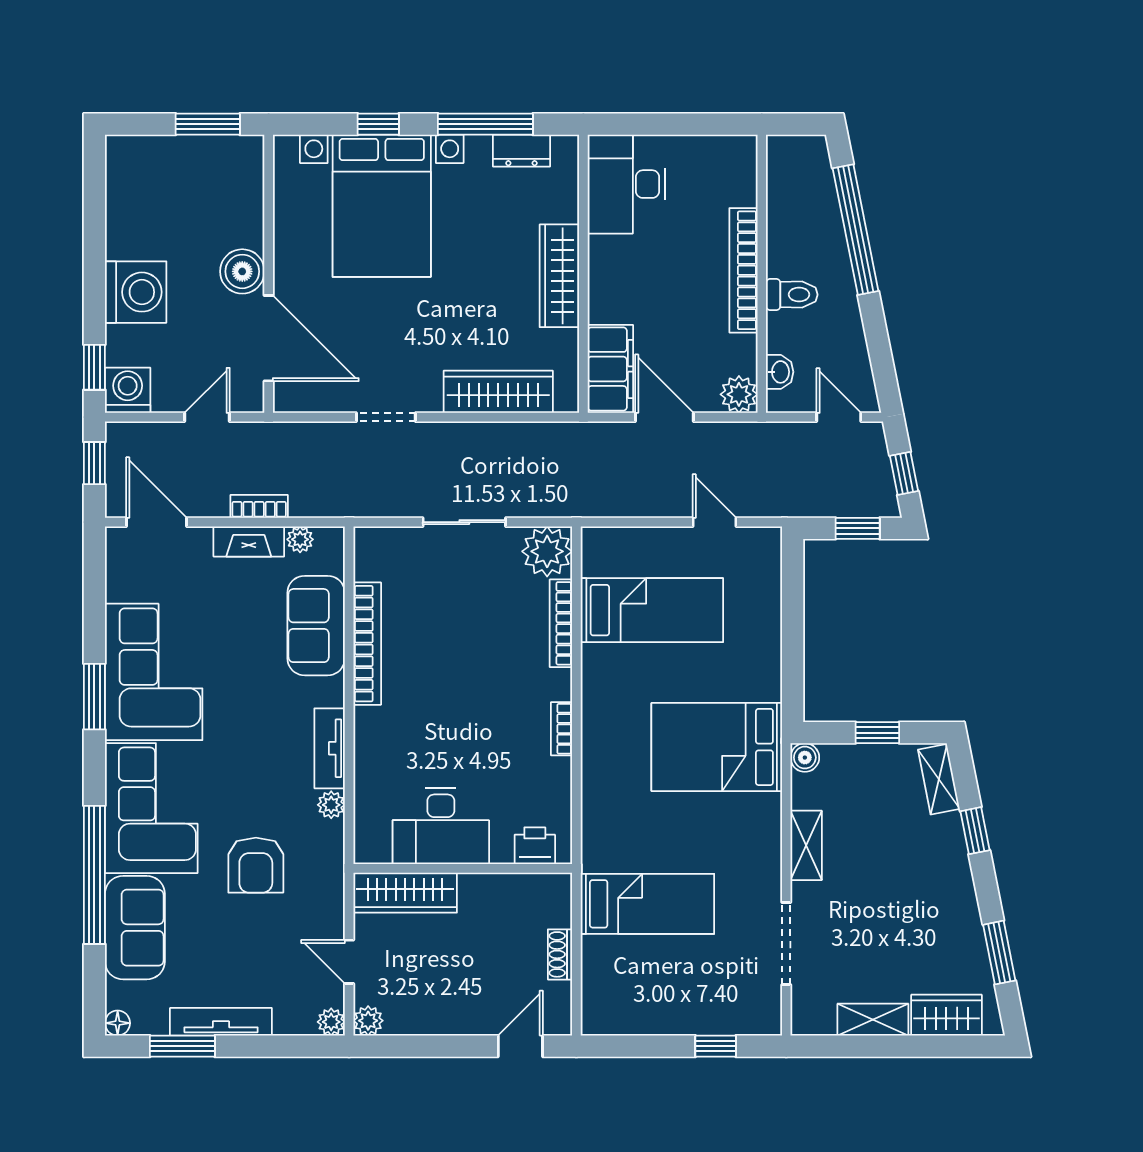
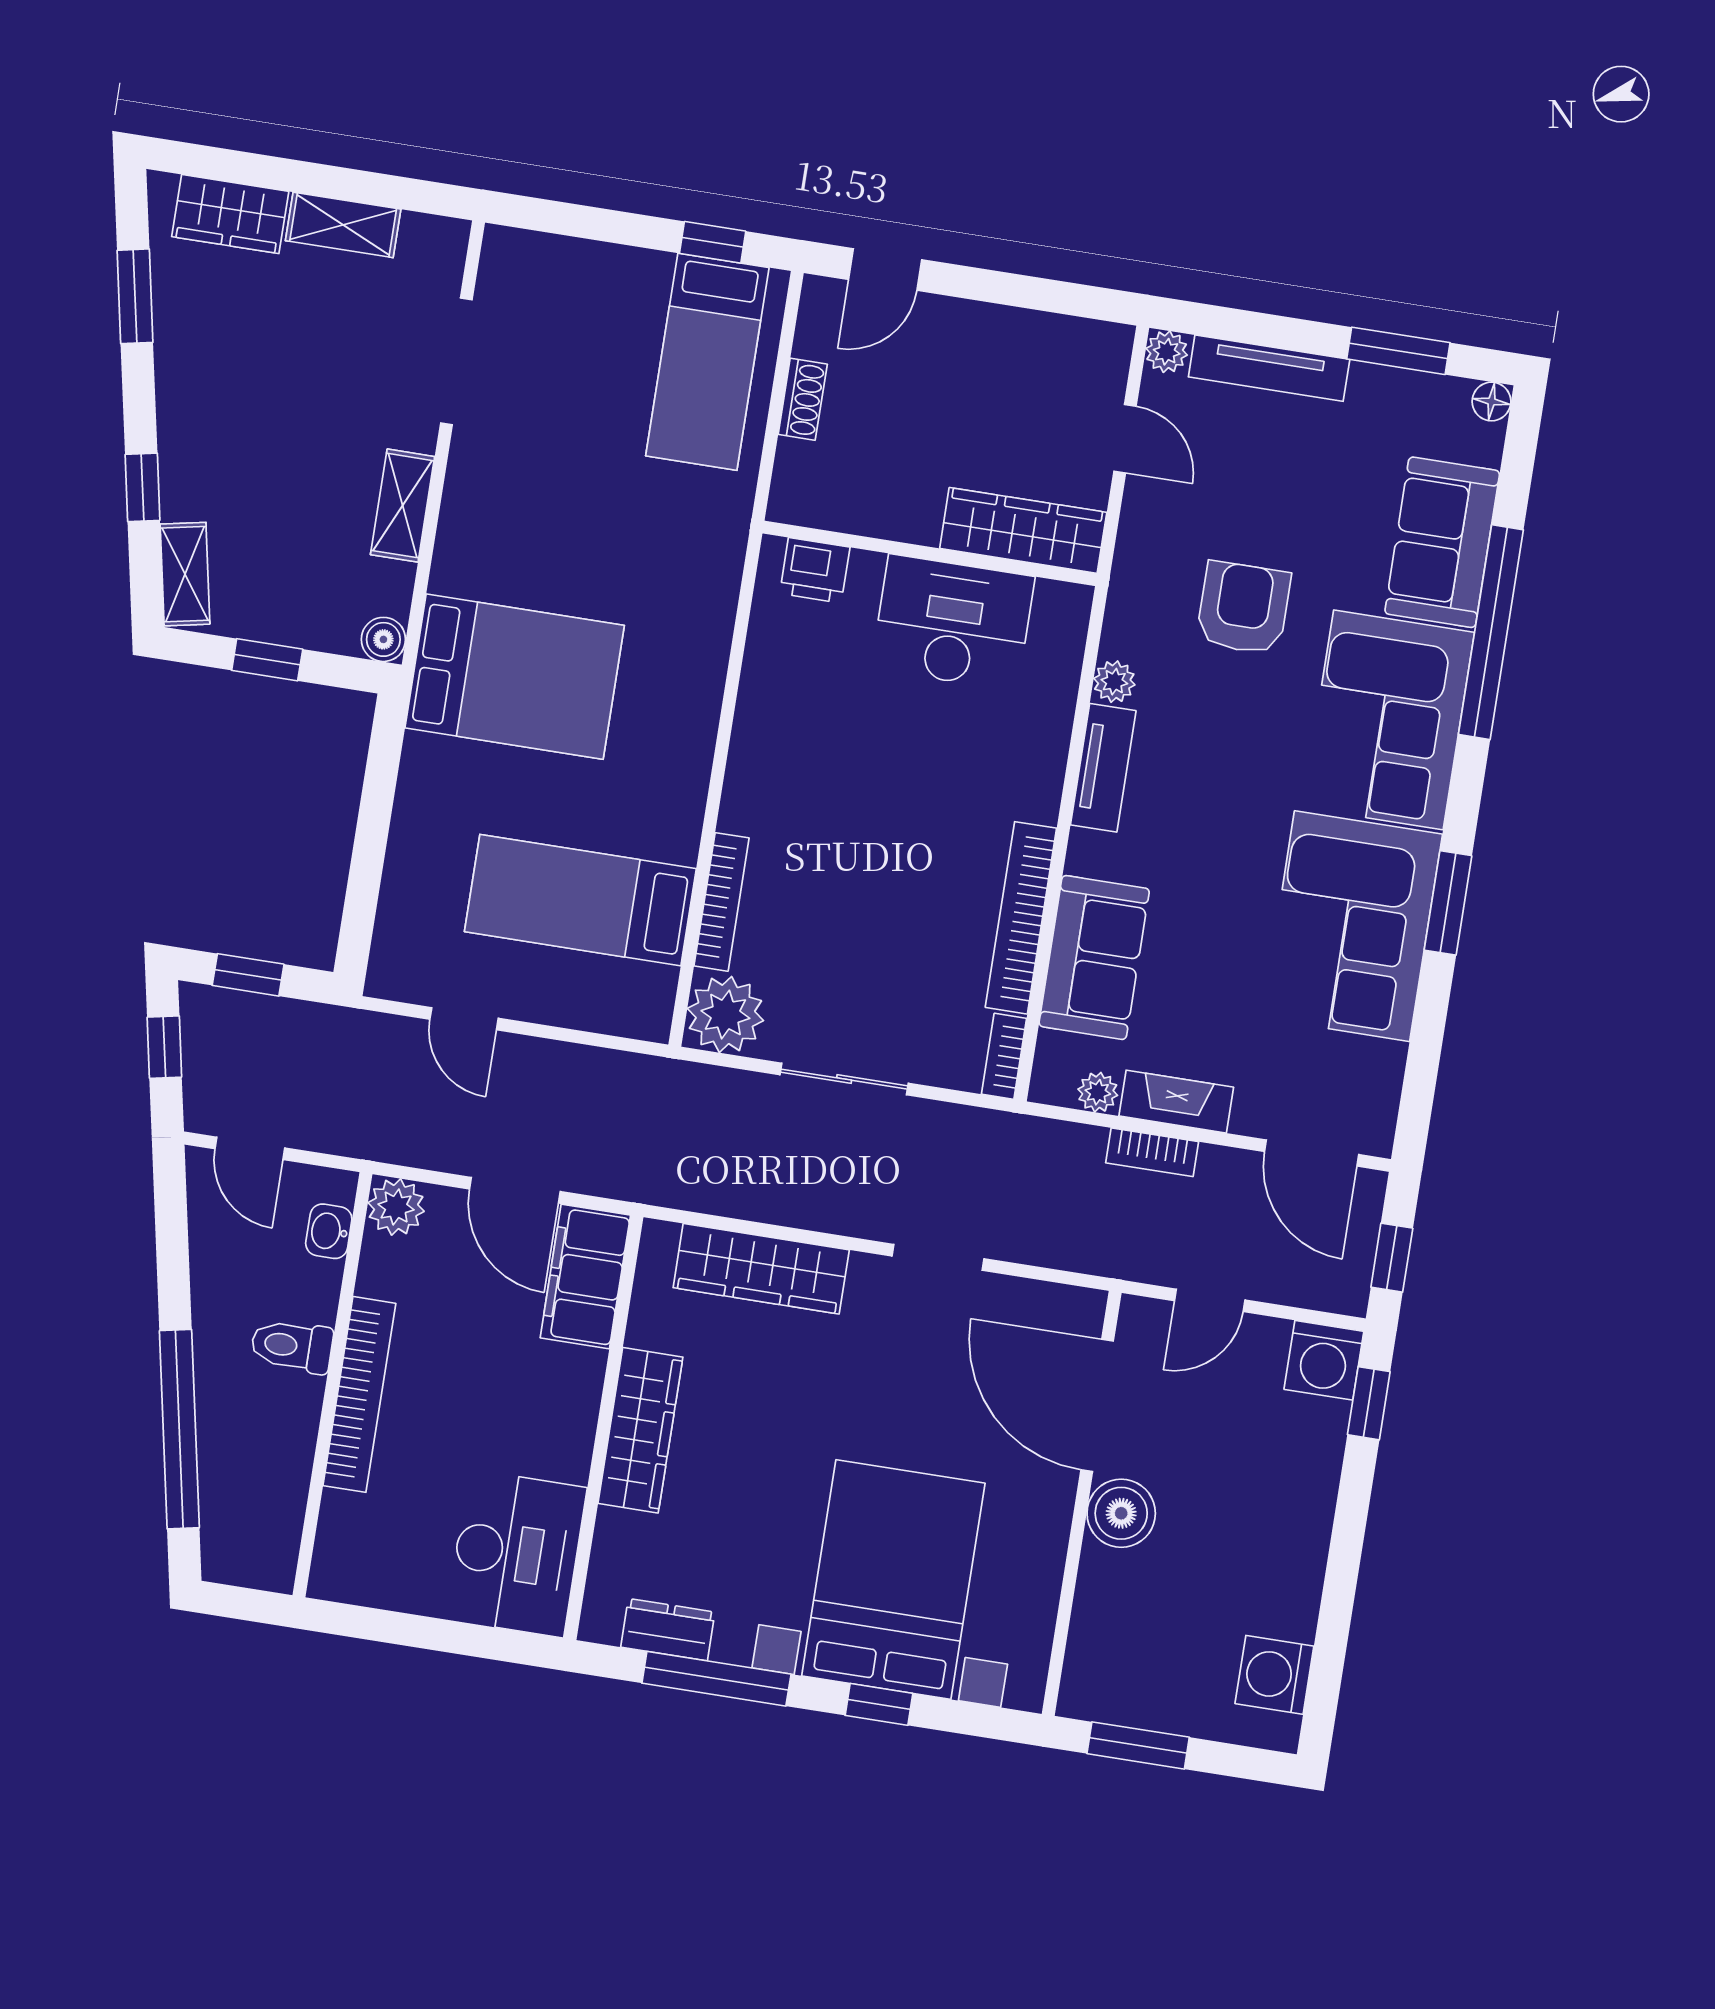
washing machine: (136, 292) -> (1274, 1675), moved, width x0.73, depth x0.73
bookcase: (562, 729) -> (1004, 1056), moved, turned 180
bed: (647, 904) -> (707, 362), moved, turned -90
plant: (368, 1021) -> (1110, 345), removed
tv unit: (221, 1022) -> (1269, 368), moved
window: (716, 1046) -> (713, 242), moved

